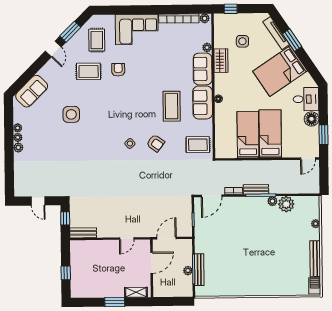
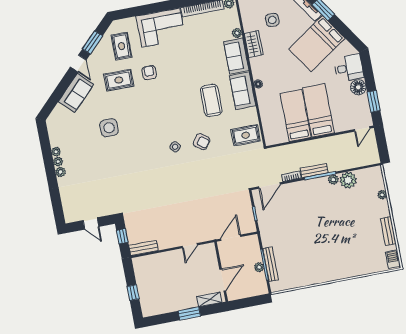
sofa: (32, 91) -> (76, 93), moved
bench: (315, 259) -> (388, 231), width x0.73
door: (152, 263) -> (223, 280), moved

